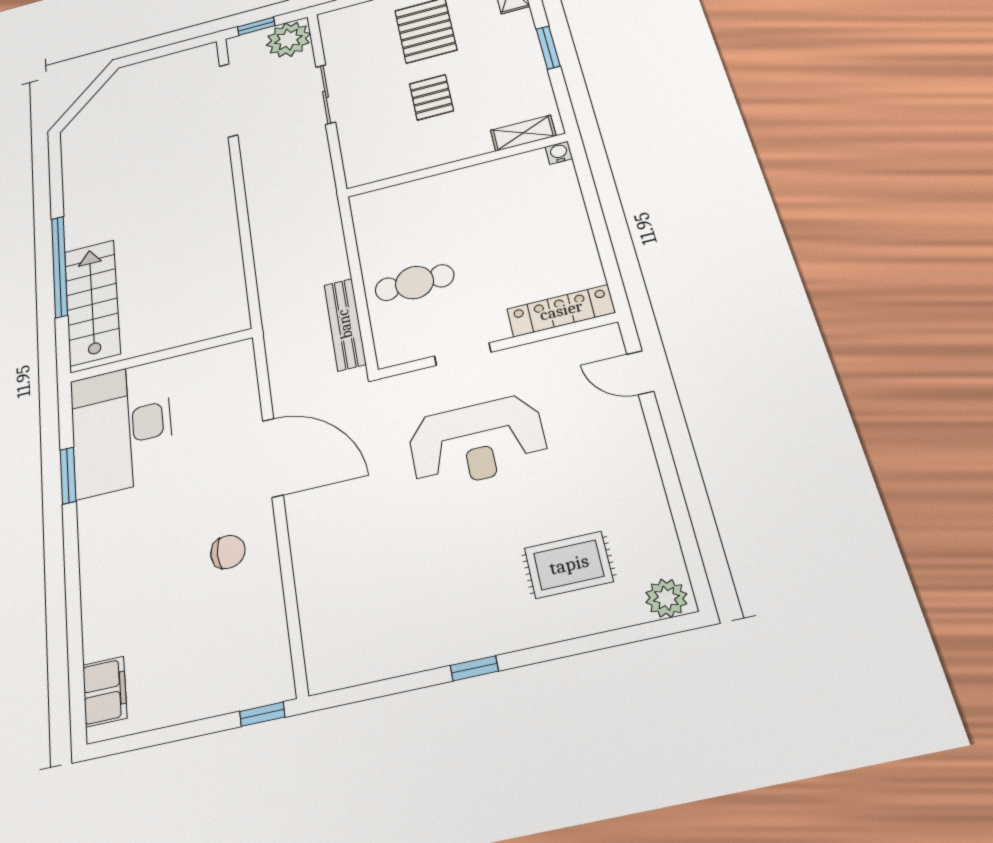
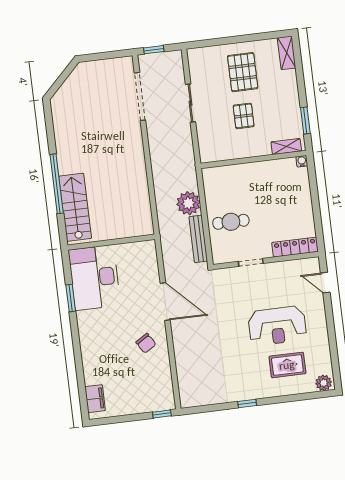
plant: (288, 40) -> (188, 203), moved
window: (548, 47) -> (305, 120), moved
reception desk: (477, 442) -> (277, 326), moved
chair: (228, 552) -> (146, 343), turned 58

